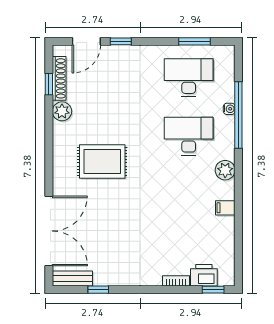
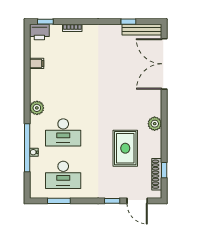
door: (86, 41) -> (137, 201), swing flipped
plant: (62, 111) -> (155, 124), moved
rug: (102, 161) -> (125, 148), moved, turned 90
filing cabinet: (225, 208) -> (37, 63), moved
printer: (204, 275) -> (39, 32), moved
bench: (72, 279) -> (142, 30), width x1.36

